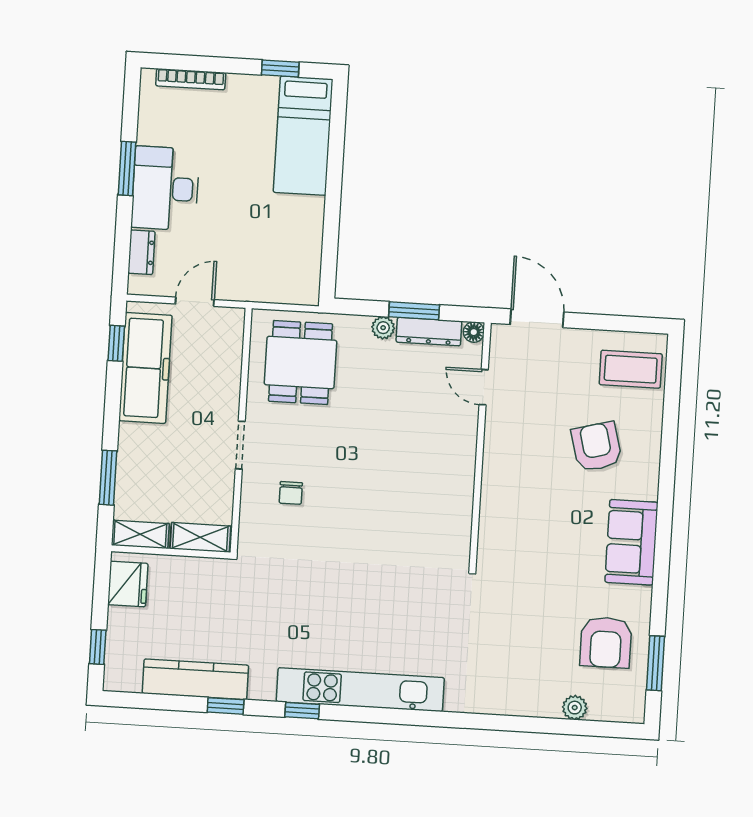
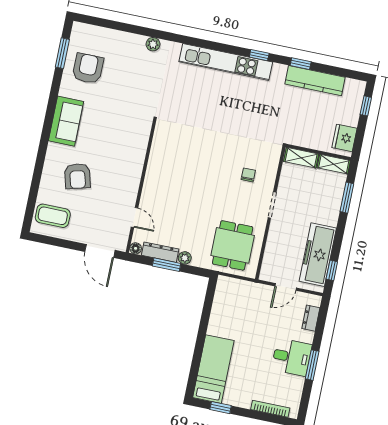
desk: (165, 188) -> (292, 357), width x0.73
plant: (575, 708) -> (153, 44), moved

